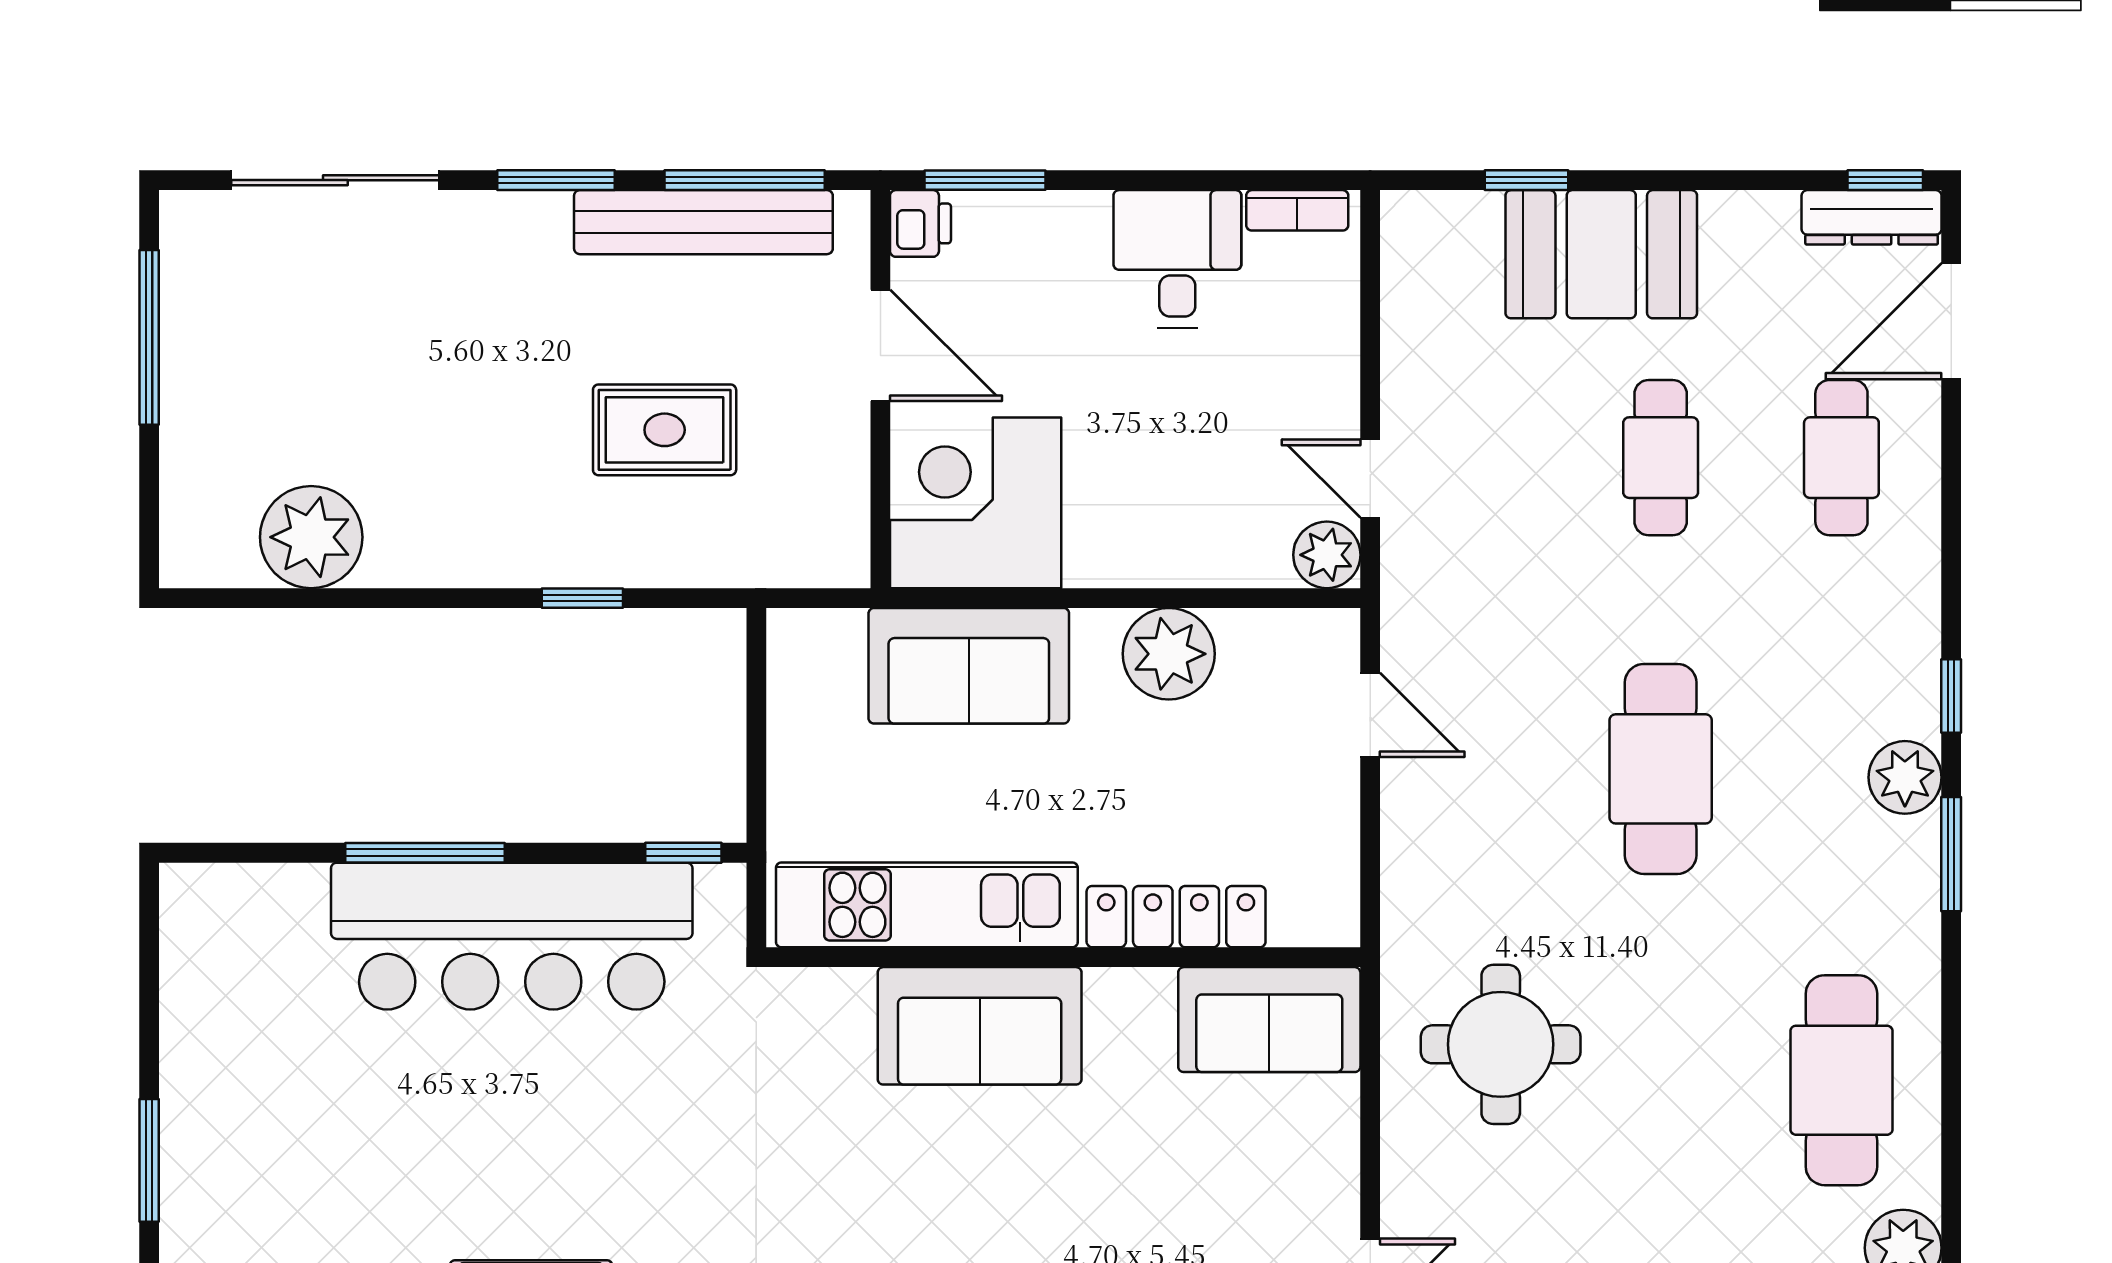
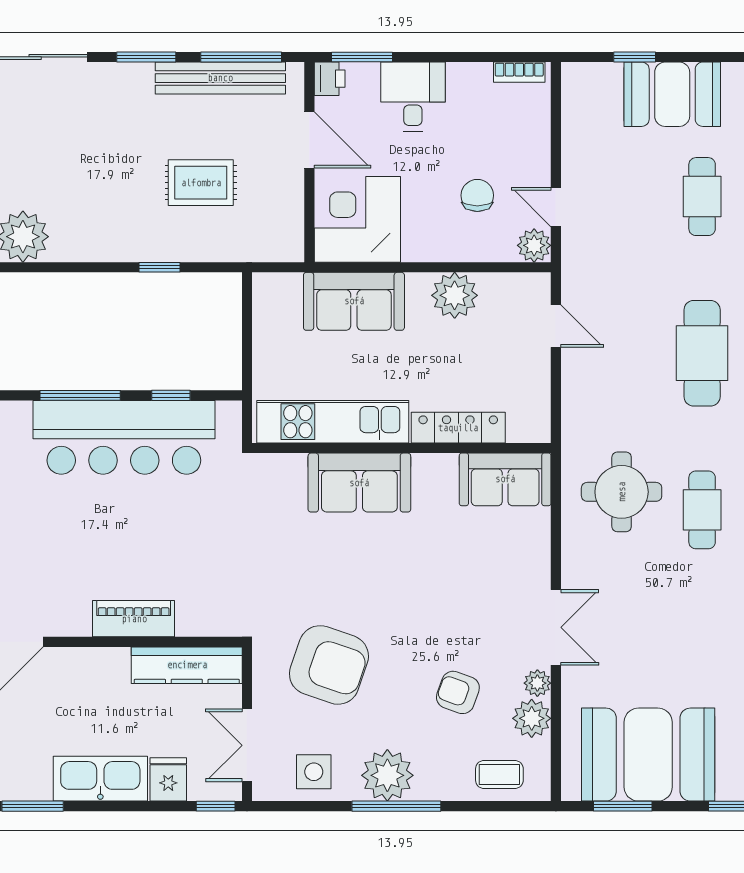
desk: (1177, 259) -> (413, 97), moved
chair: (1214, 455) -> (477, 195), added
window: (683, 853) -> (171, 395), moved
cafe table: (1661, 1080) -> (702, 510), added

